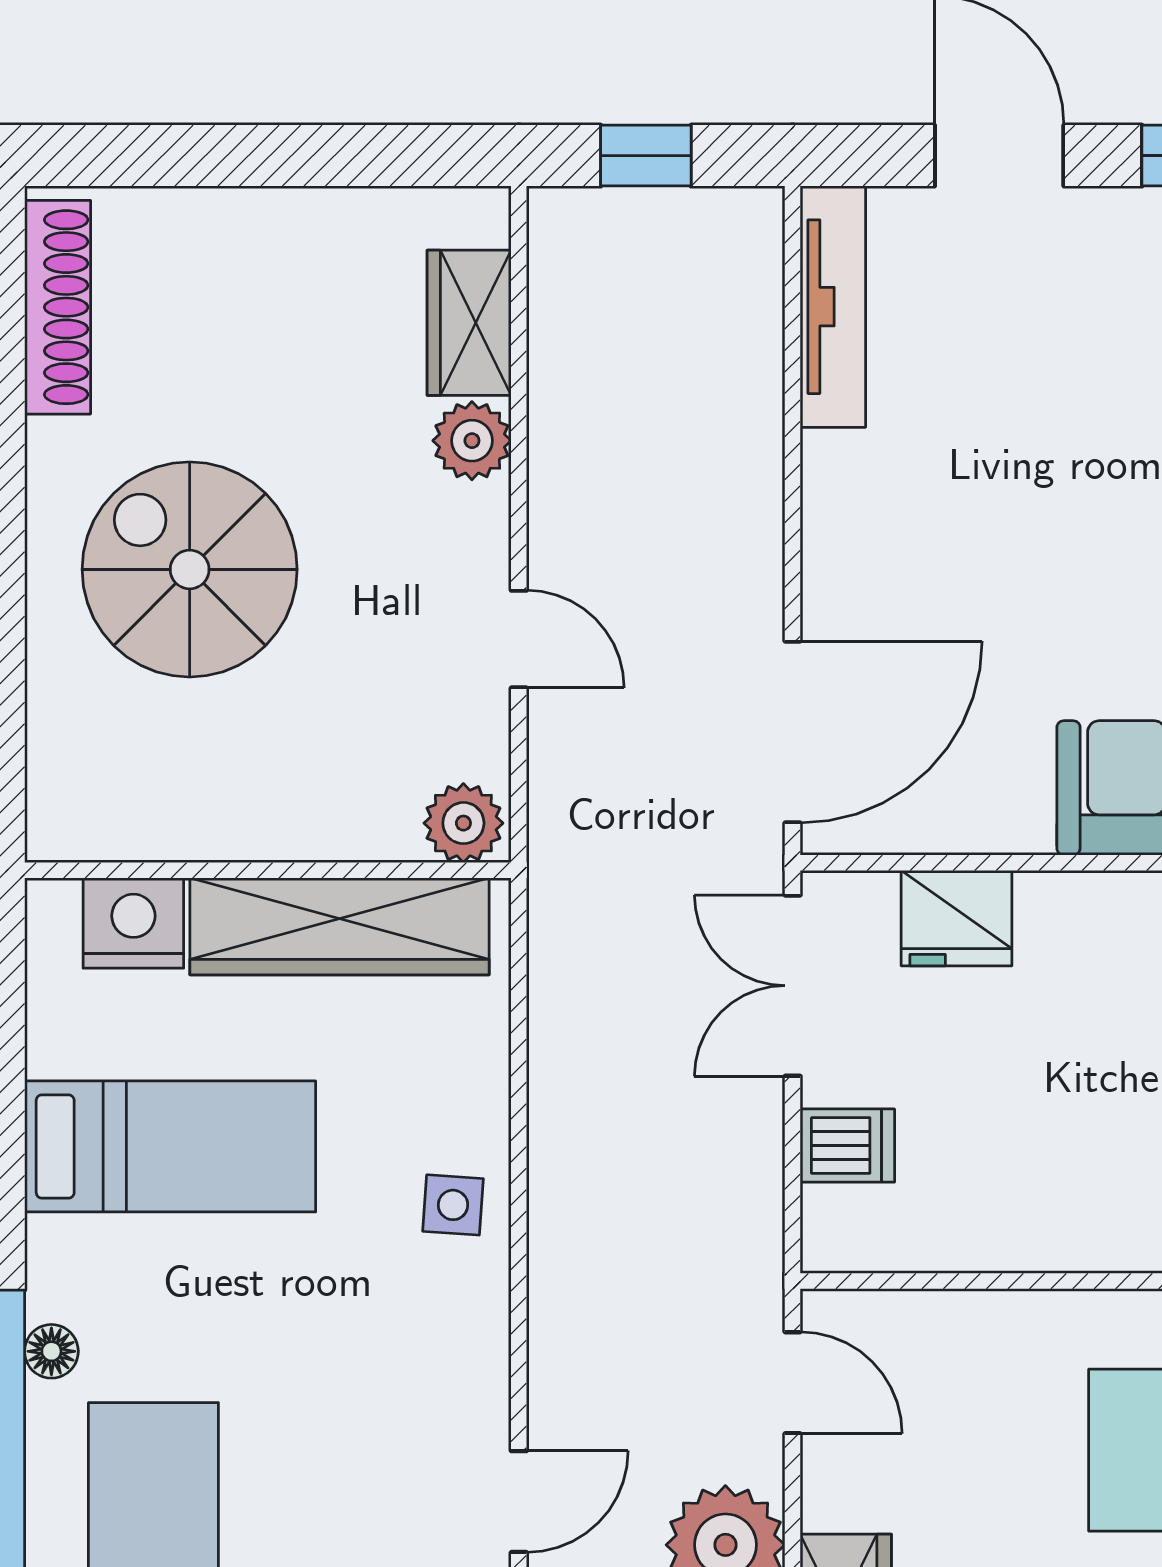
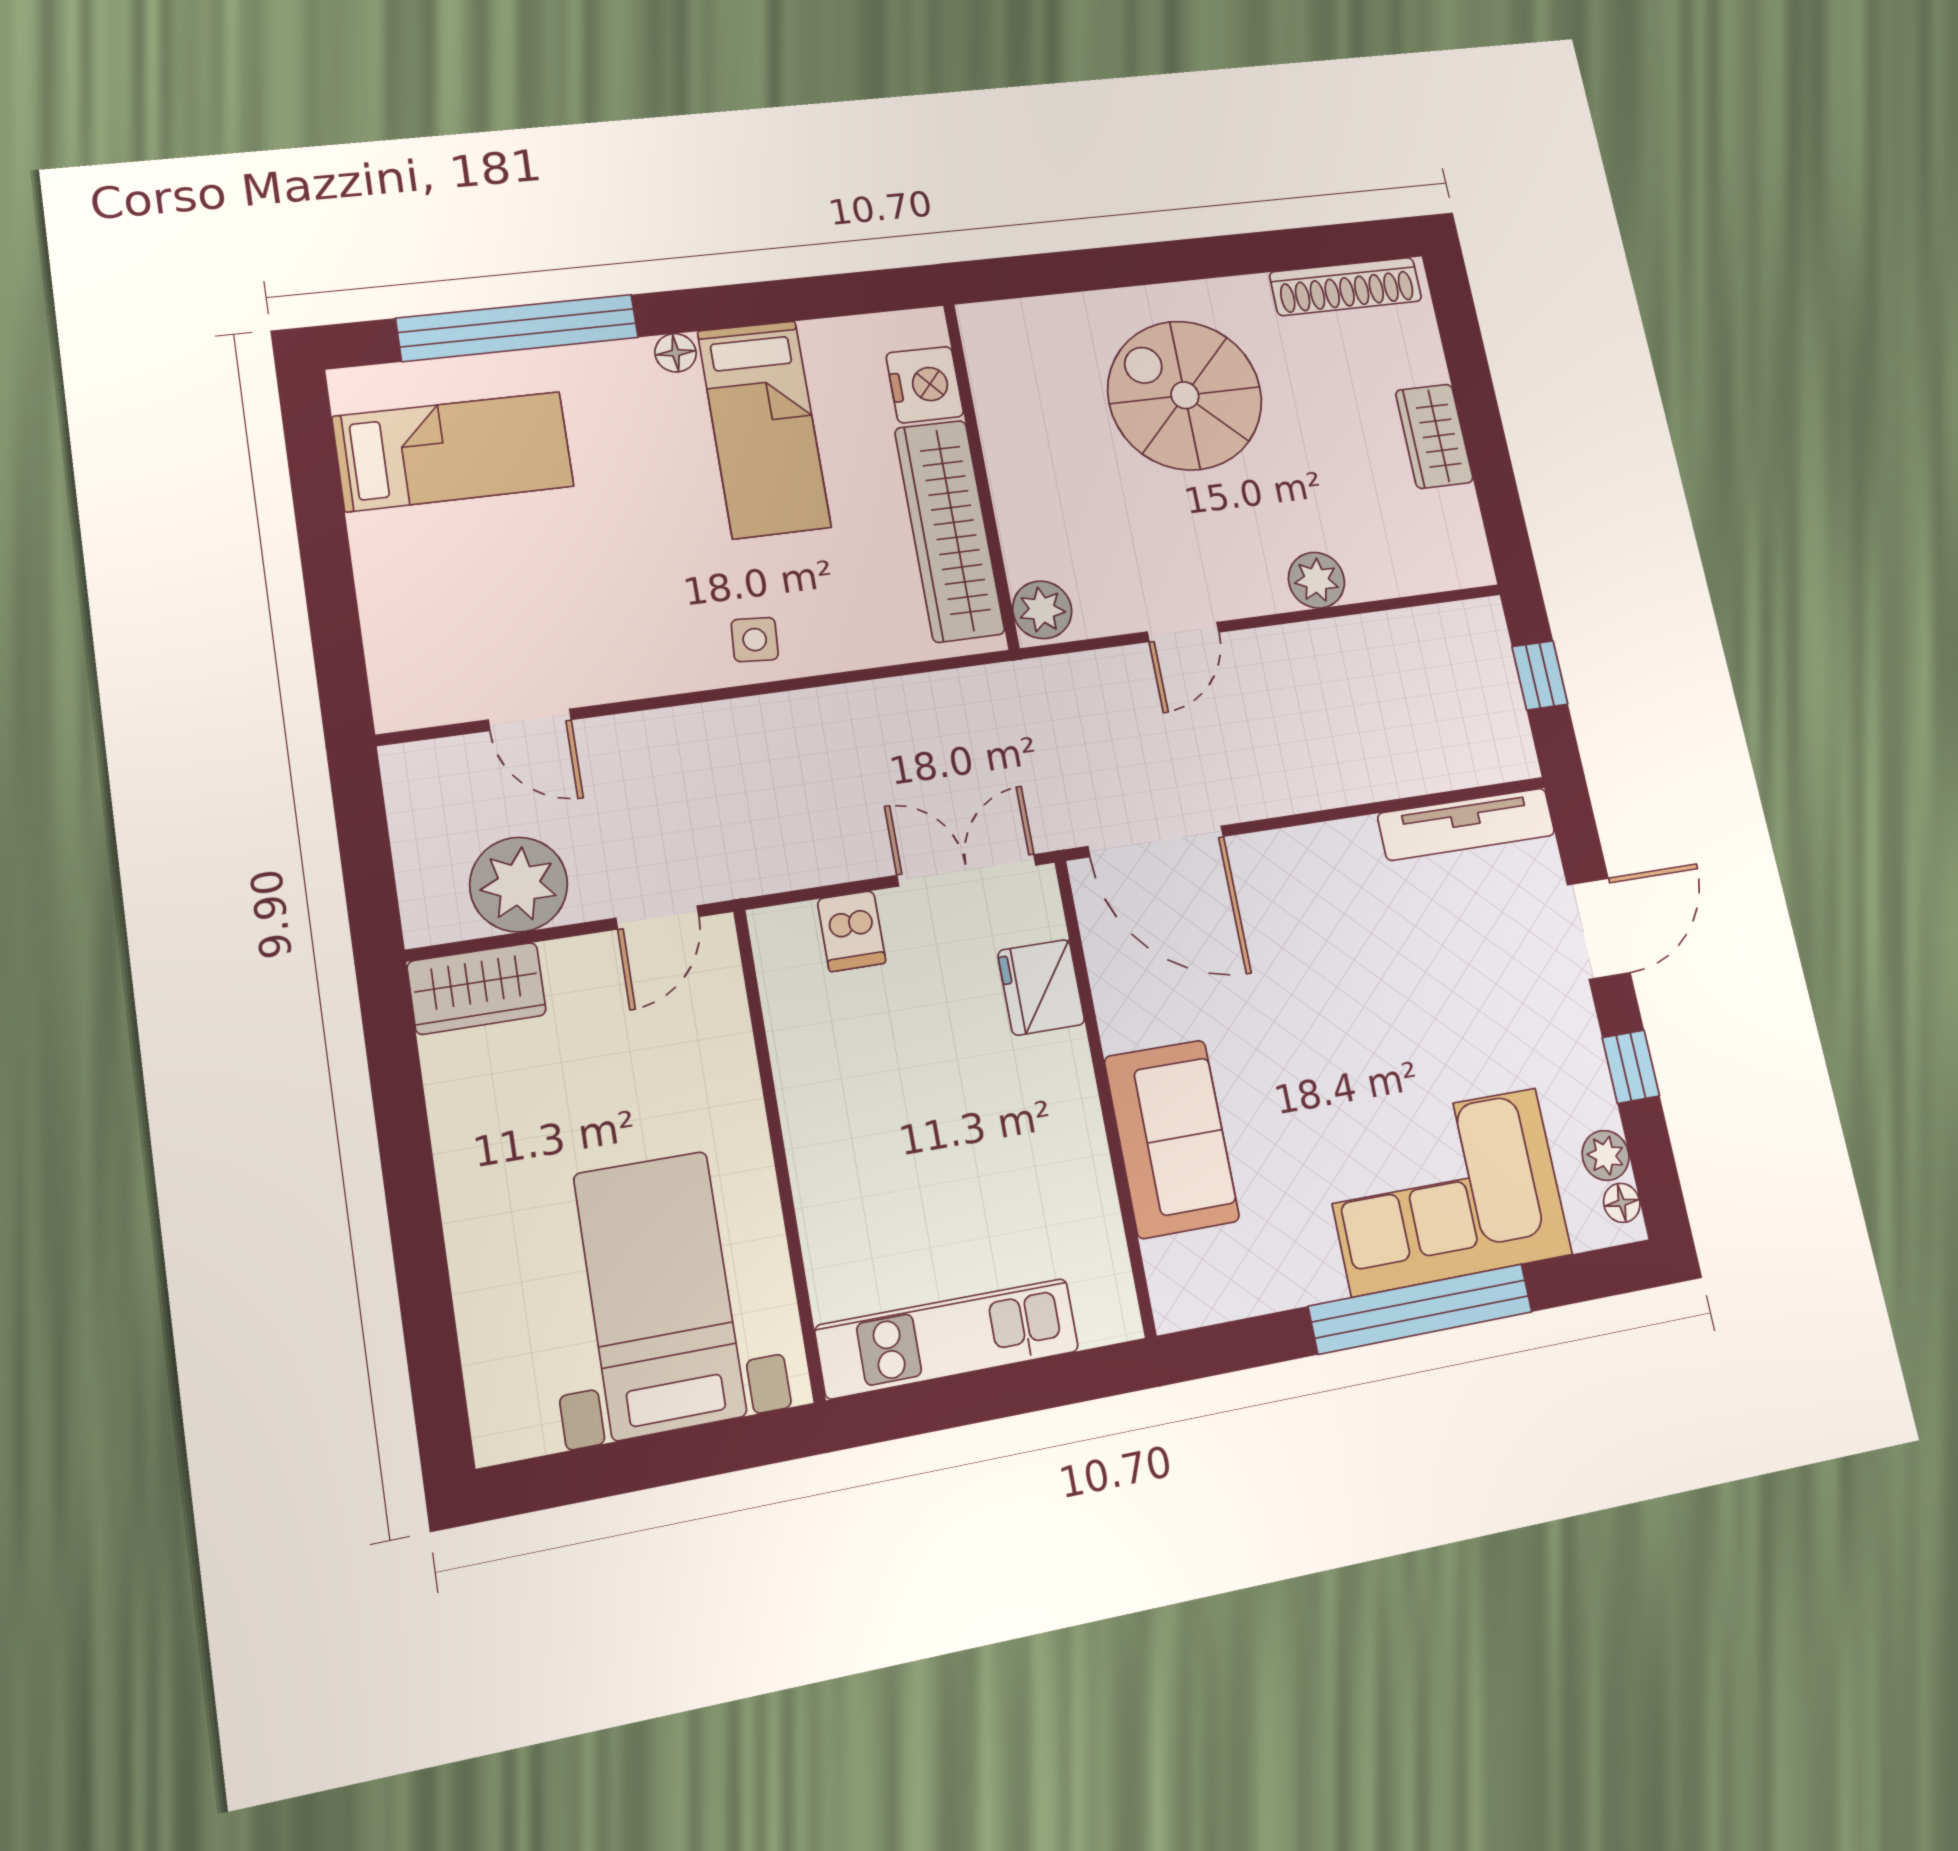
wardrobe: (469, 323) -> (1434, 436), moved, turned -90
spiral stairs: (190, 569) -> (1185, 395), turned -90
floor lamp: (51, 1351) -> (676, 353), moved

